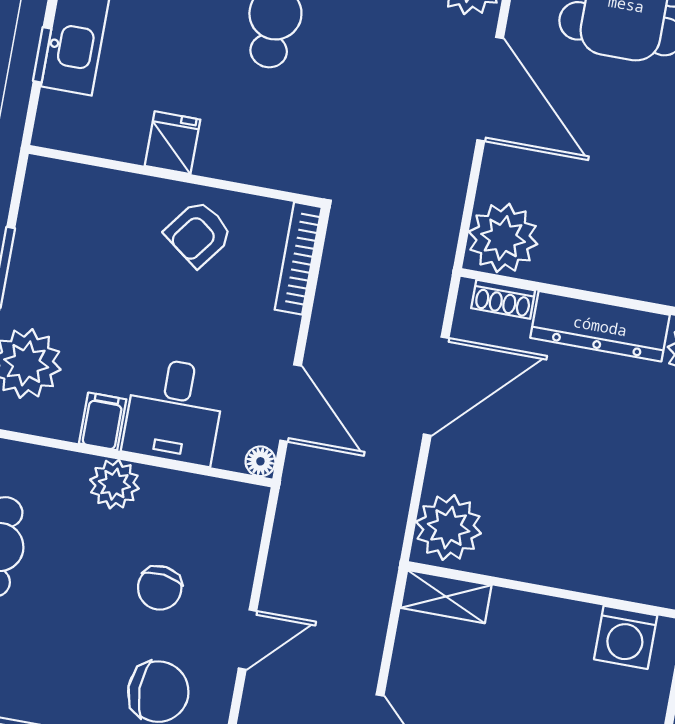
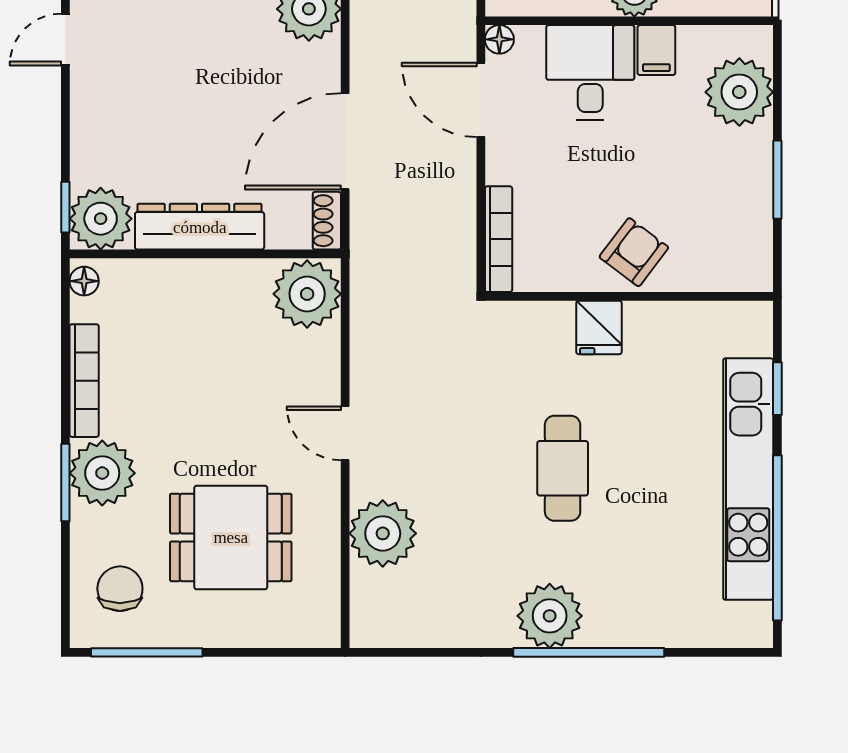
door: (490, 89) -> (345, 433), width x0.53
fridge: (172, 143) -> (599, 327), moved
armchair: (199, 234) -> (634, 252), moved
shoe rack: (503, 299) -> (327, 221), moved, turned -90

